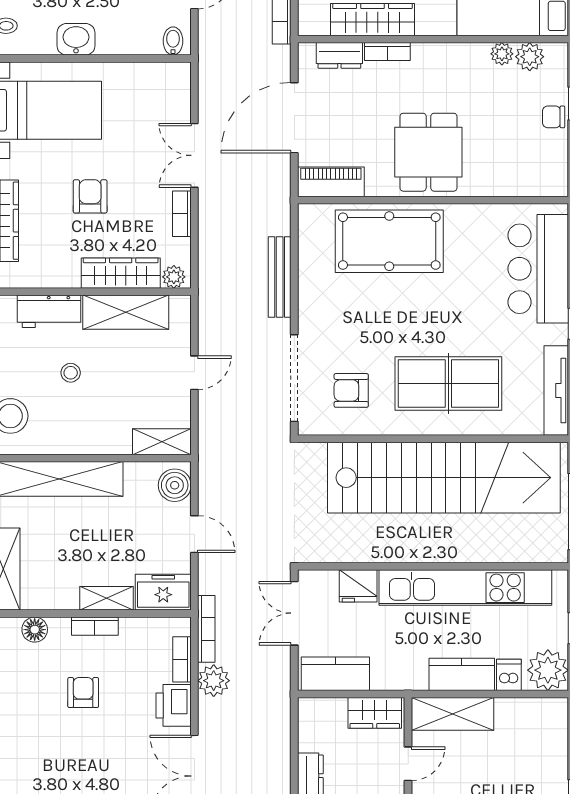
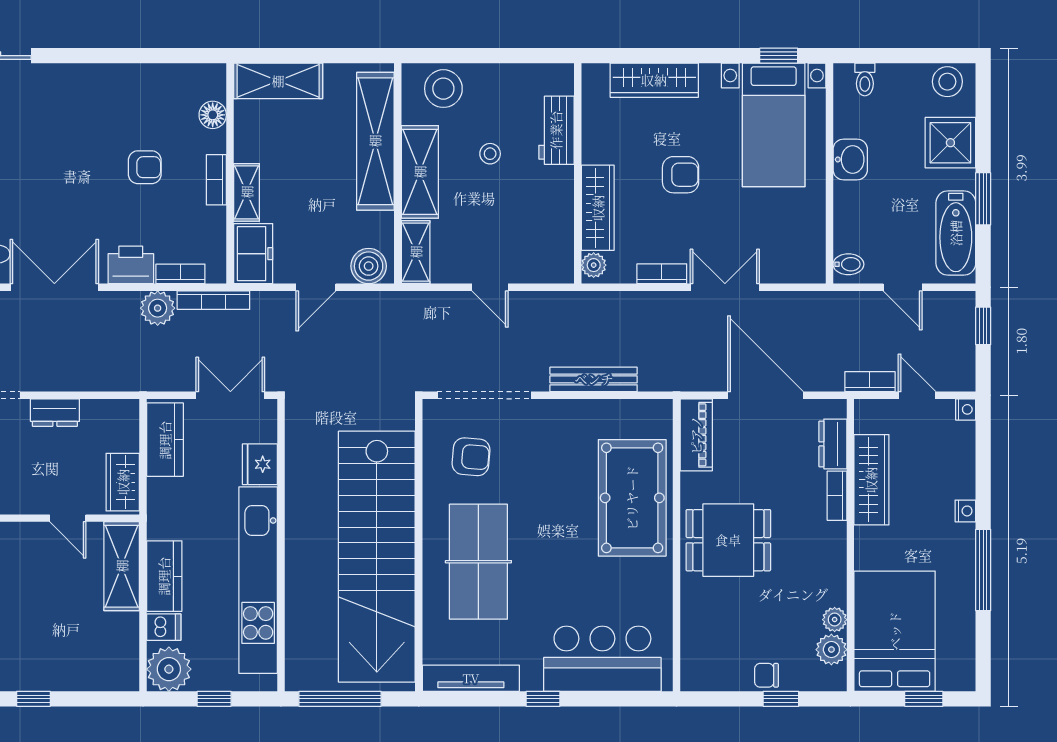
chair: (554, 117) -> (766, 675), turned -90
shelving: (126, 312) -> (420, 172), moved
armchair: (351, 390) -> (471, 457), turned 95

